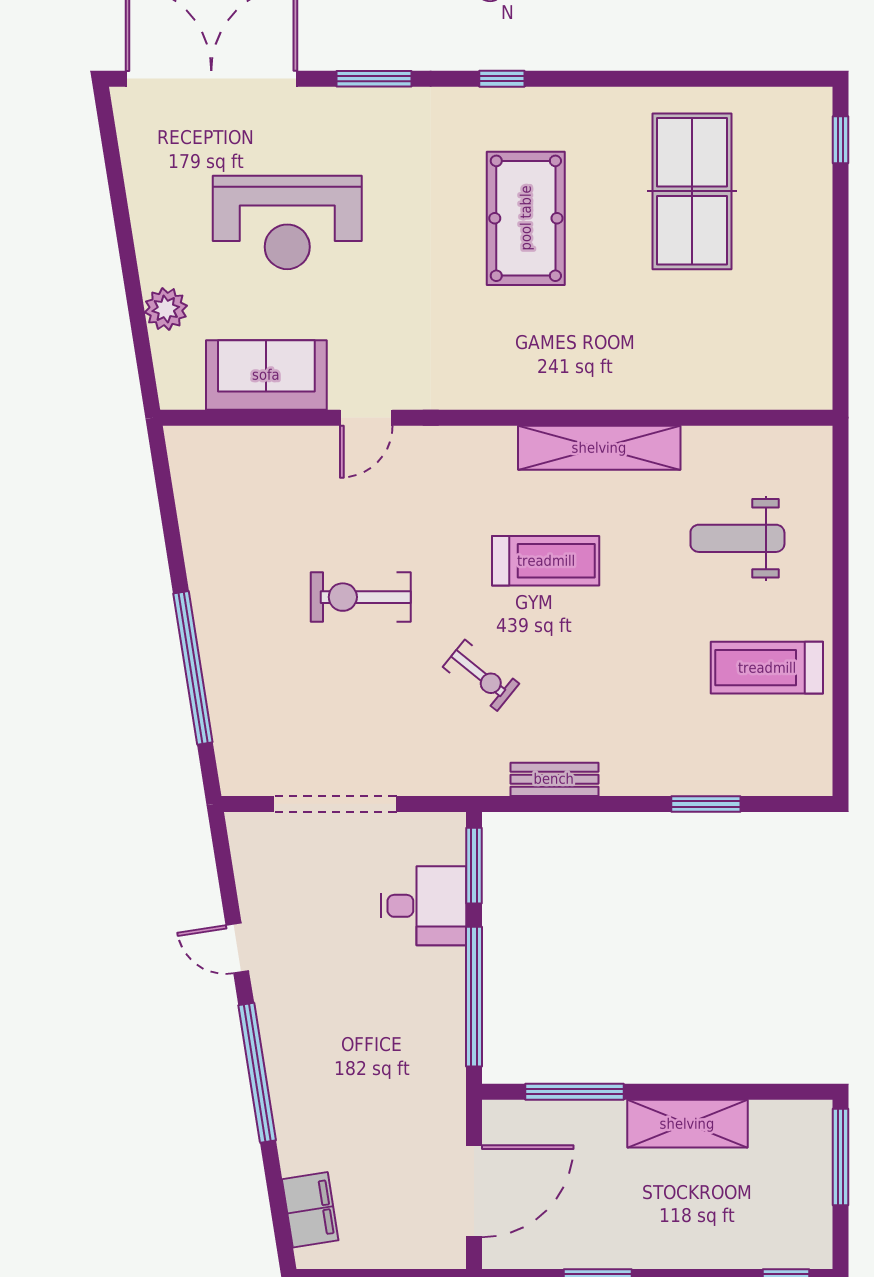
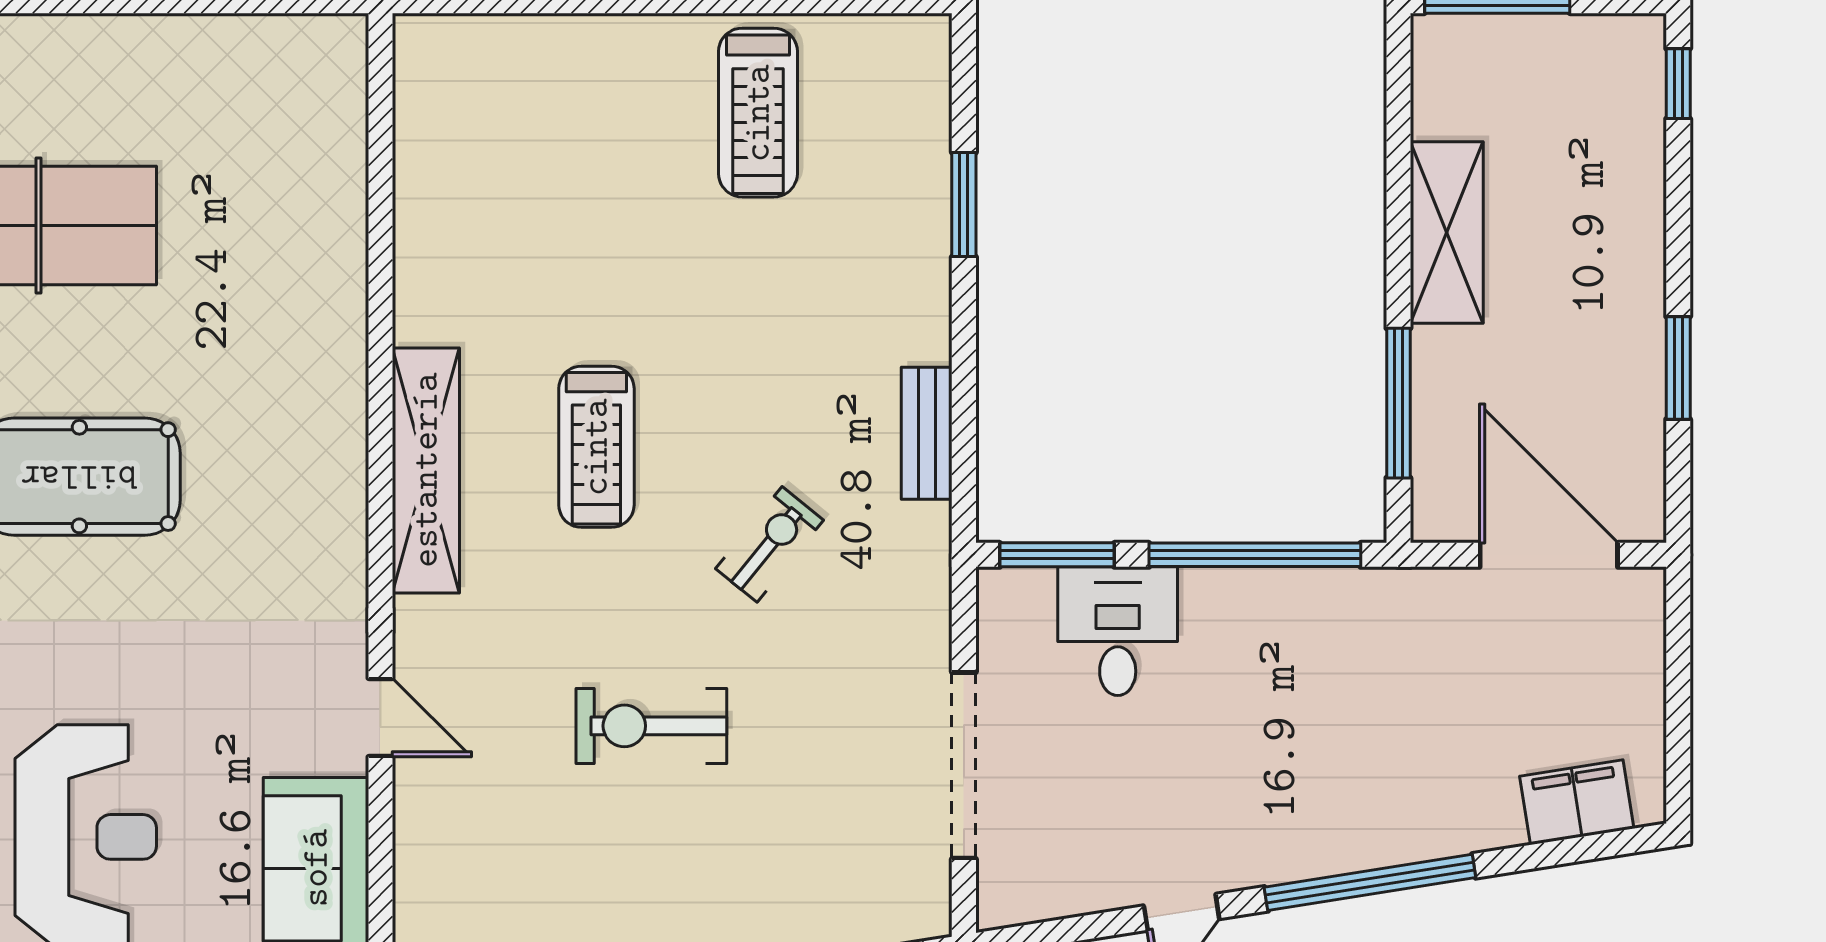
shelving: (599, 448) -> (426, 470), moved
weight bench: (737, 538) -> (563, 157), removed
treadmill: (546, 561) -> (596, 447), turned 180
exercise bike: (361, 597) -> (651, 726), turned 90

